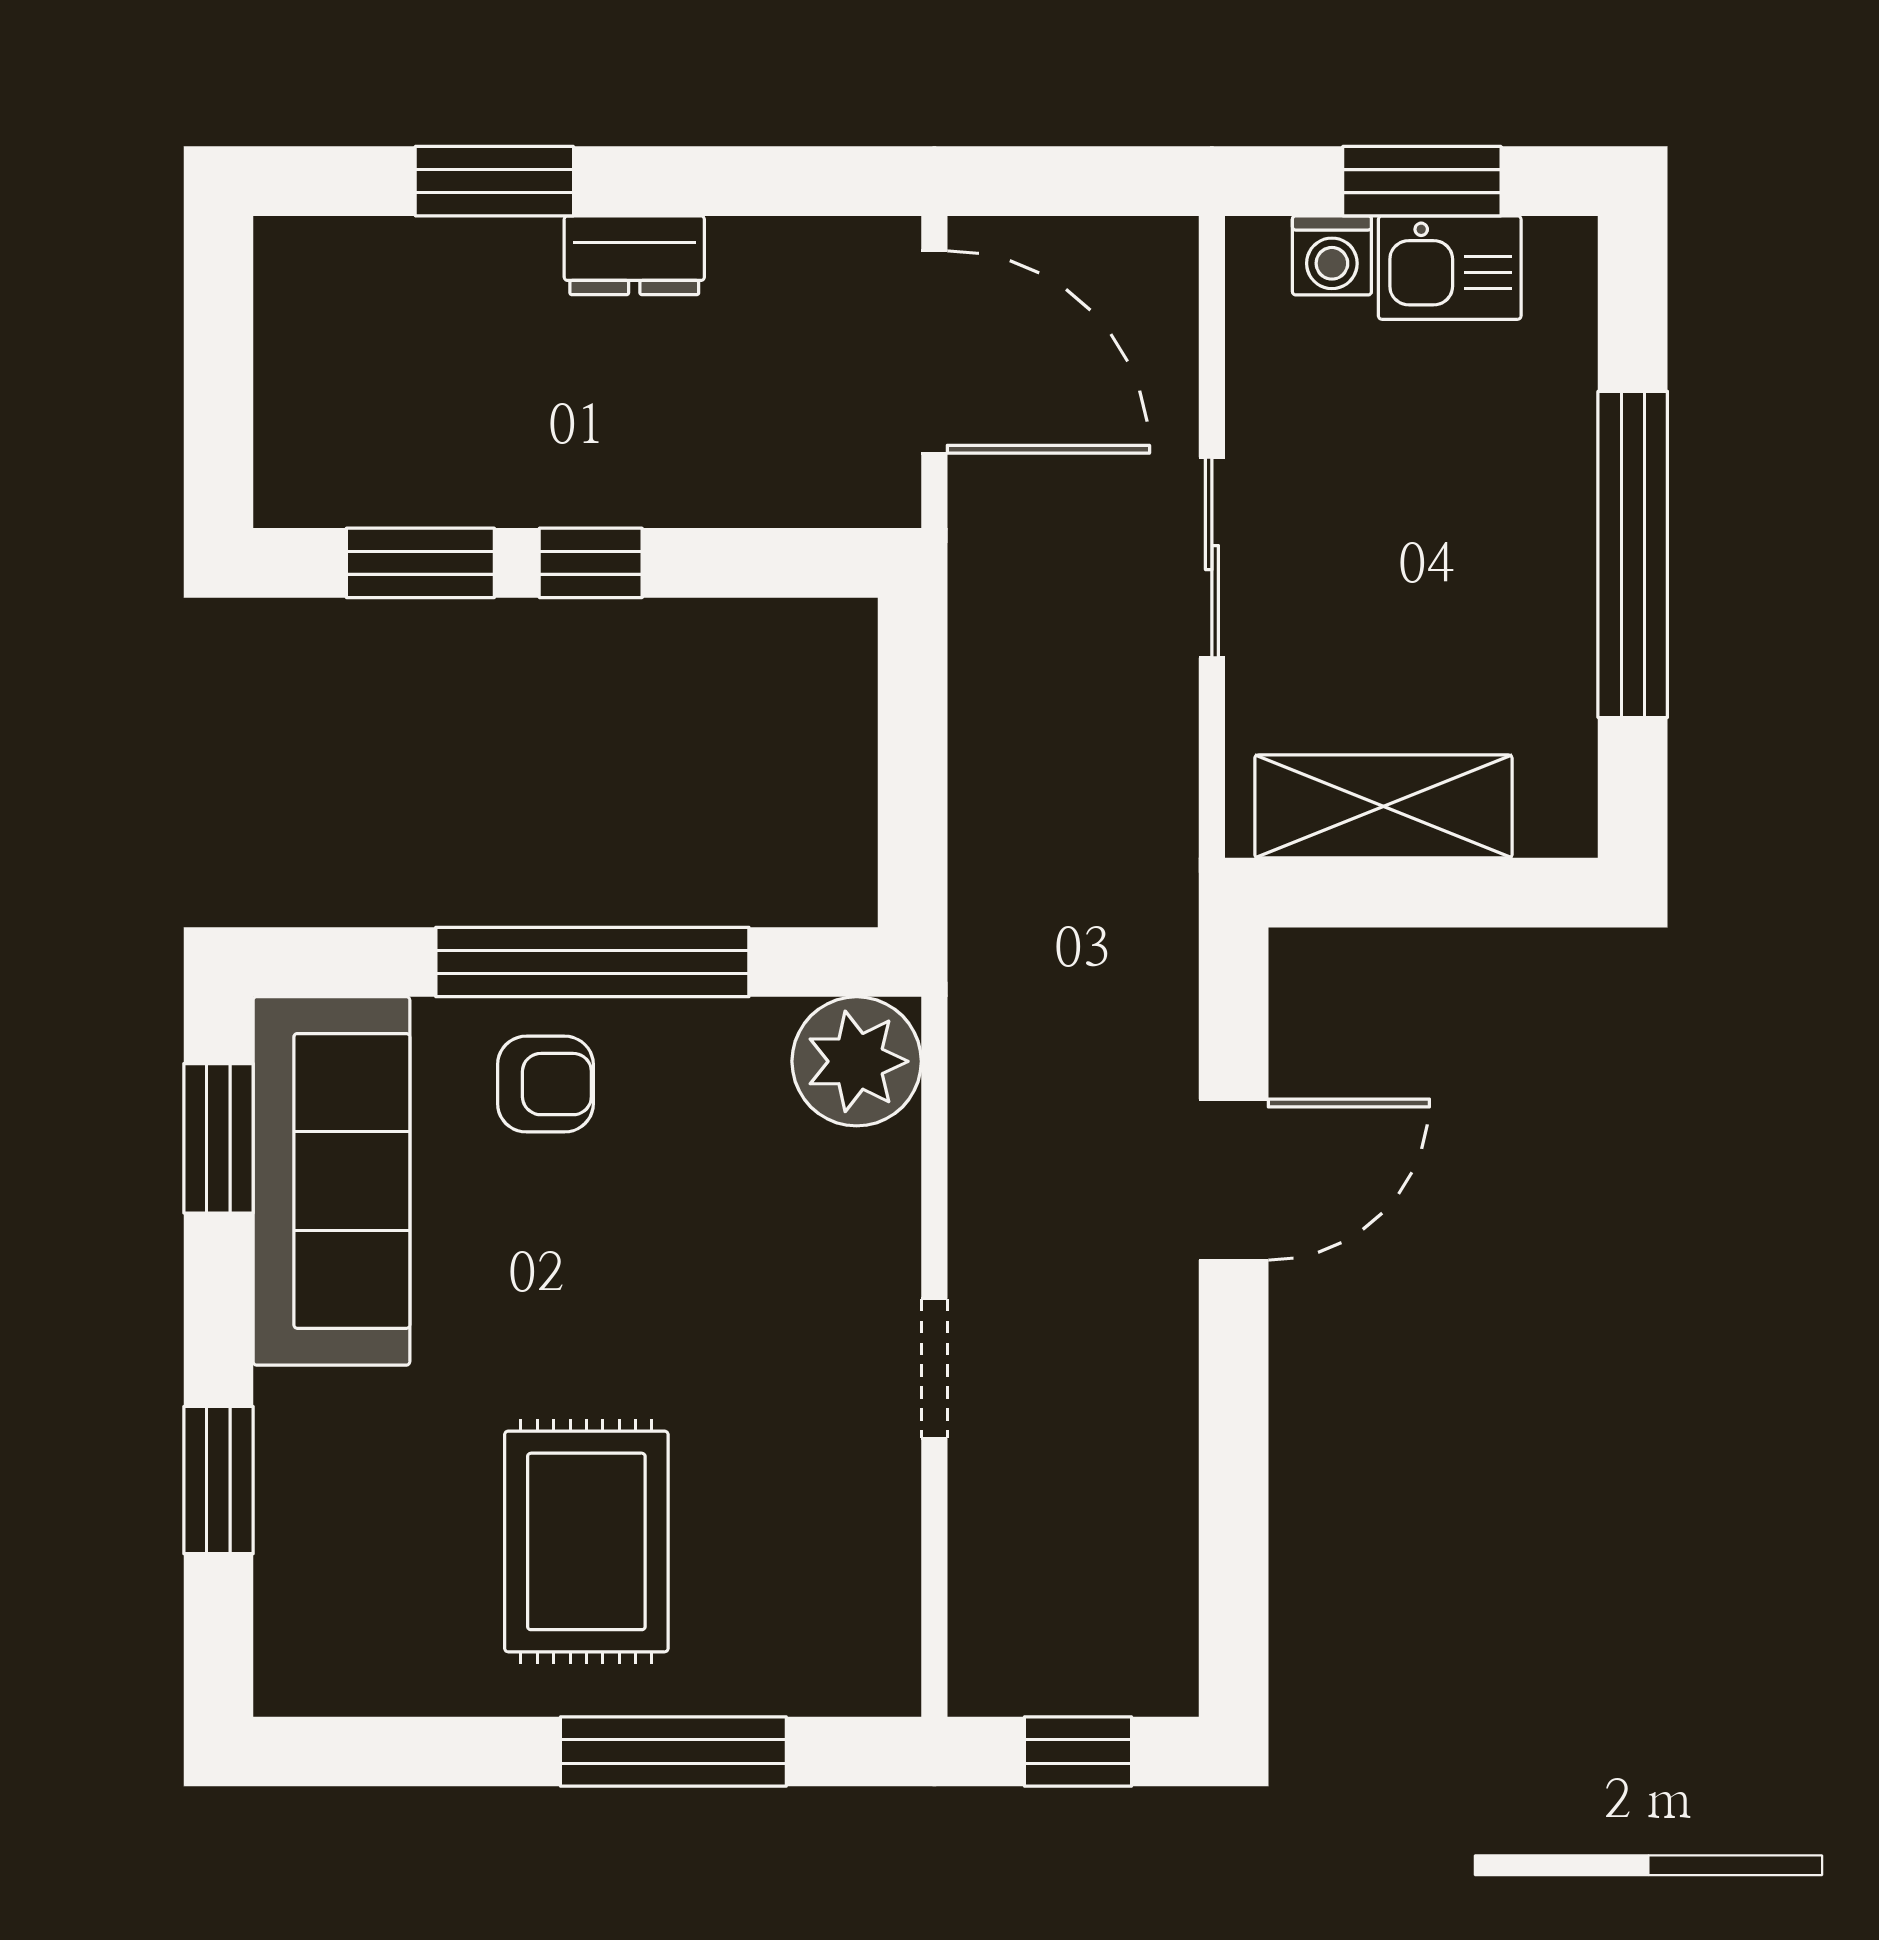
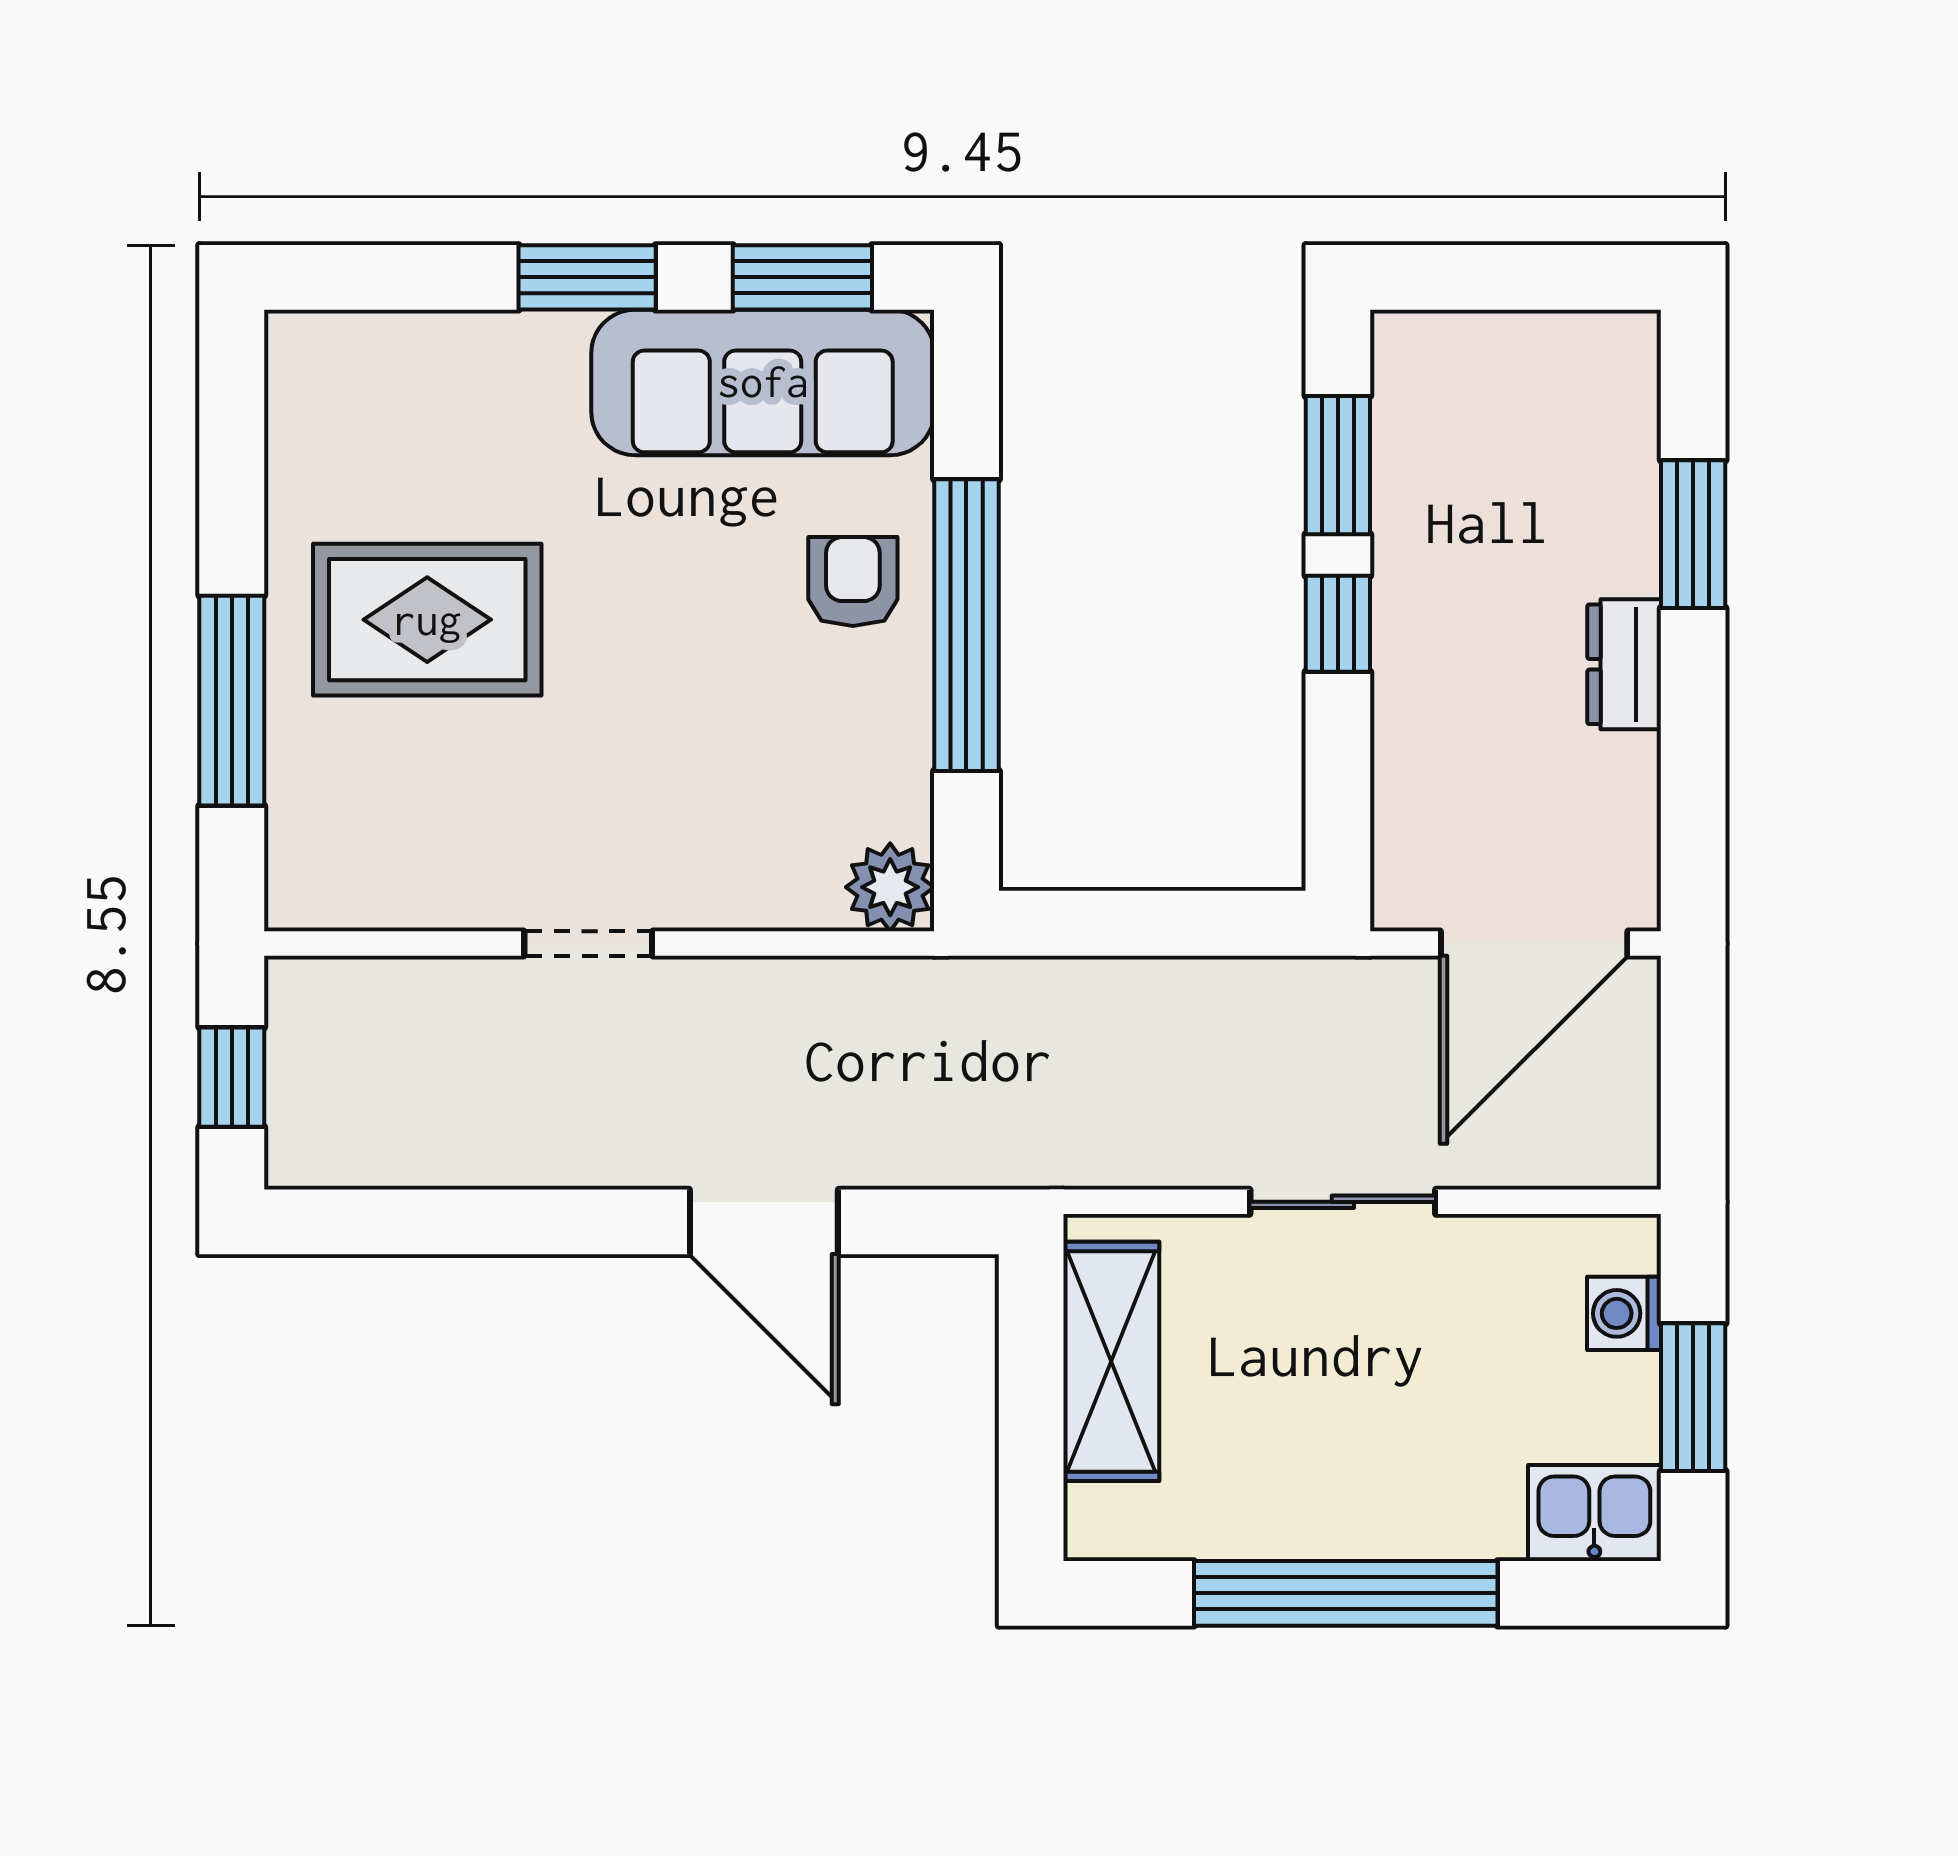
kitchen sink: (1450, 268) -> (1594, 1513), moved, turned 90
plant: (857, 1061) -> (890, 887), width x0.73, depth x0.73
armchair: (545, 1084) -> (853, 582), turned 180
window: (218, 1480) -> (587, 277), moved

